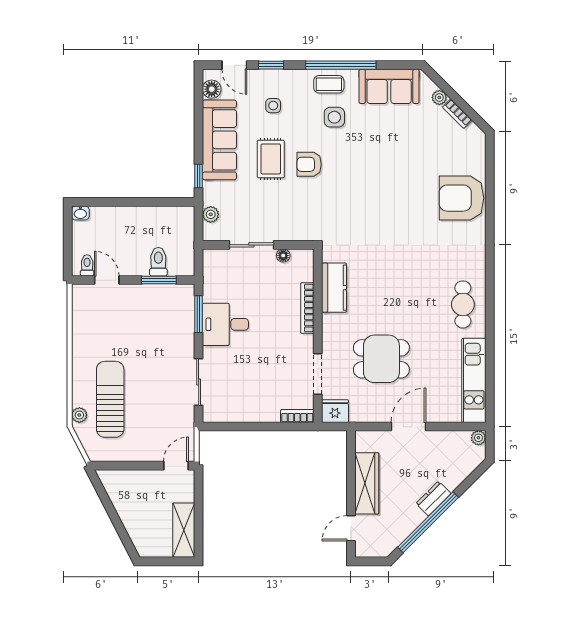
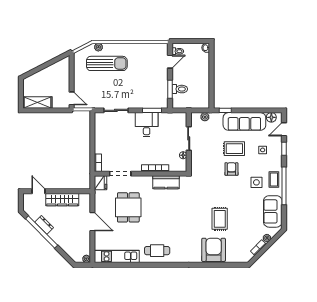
rug: (403, 186) -> (220, 219), added
dresser: (433, 498) -> (44, 225), moved

